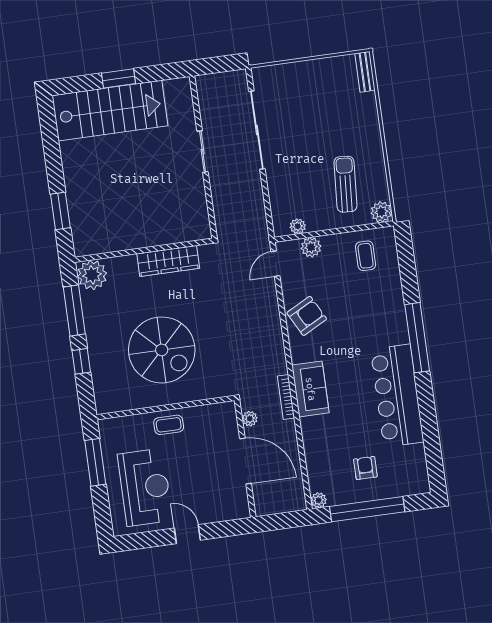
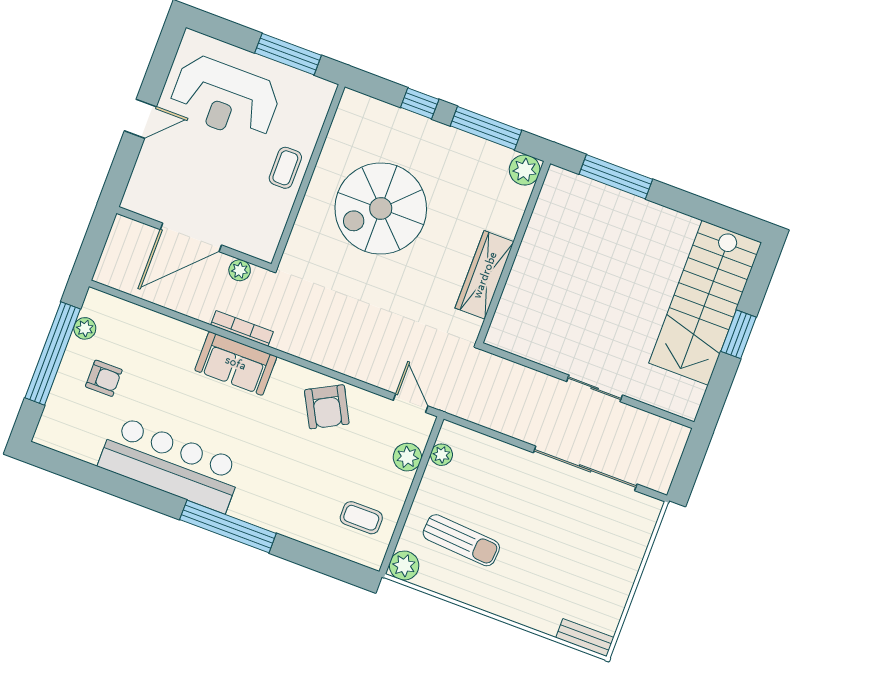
window: (60, 211) -> (616, 177), width x1.44
plant: (92, 275) -> (525, 170), width x0.73, depth x0.73
plant: (319, 500) -> (85, 328), moved

